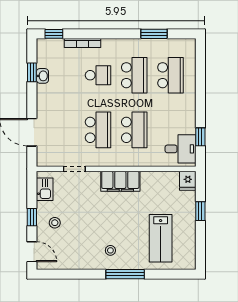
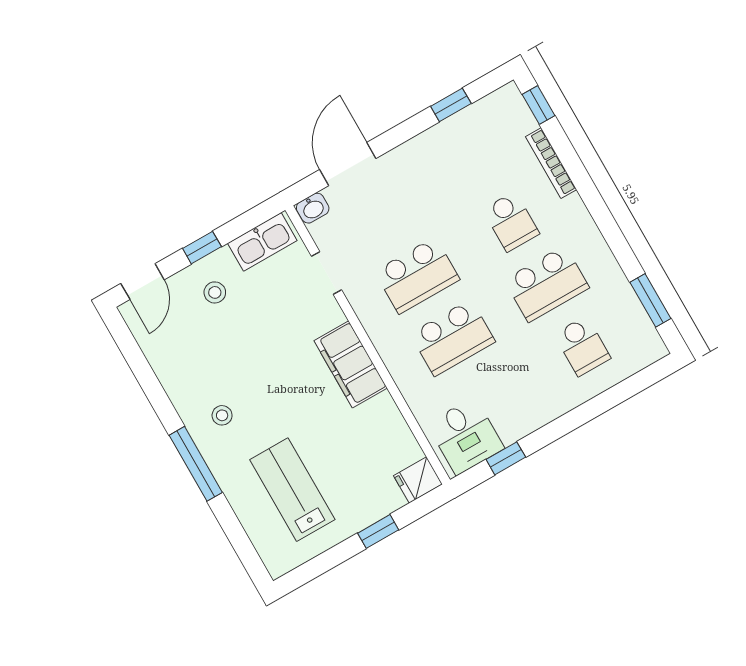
window: (154, 34) -> (650, 300), moved
school desk: (170, 75) -> (582, 346), width x0.54
washbasin: (42, 76) -> (313, 208), moved
kitchen sink: (45, 189) -> (262, 242), width x1.38
lab bench: (161, 238) -> (292, 490), turned 90

